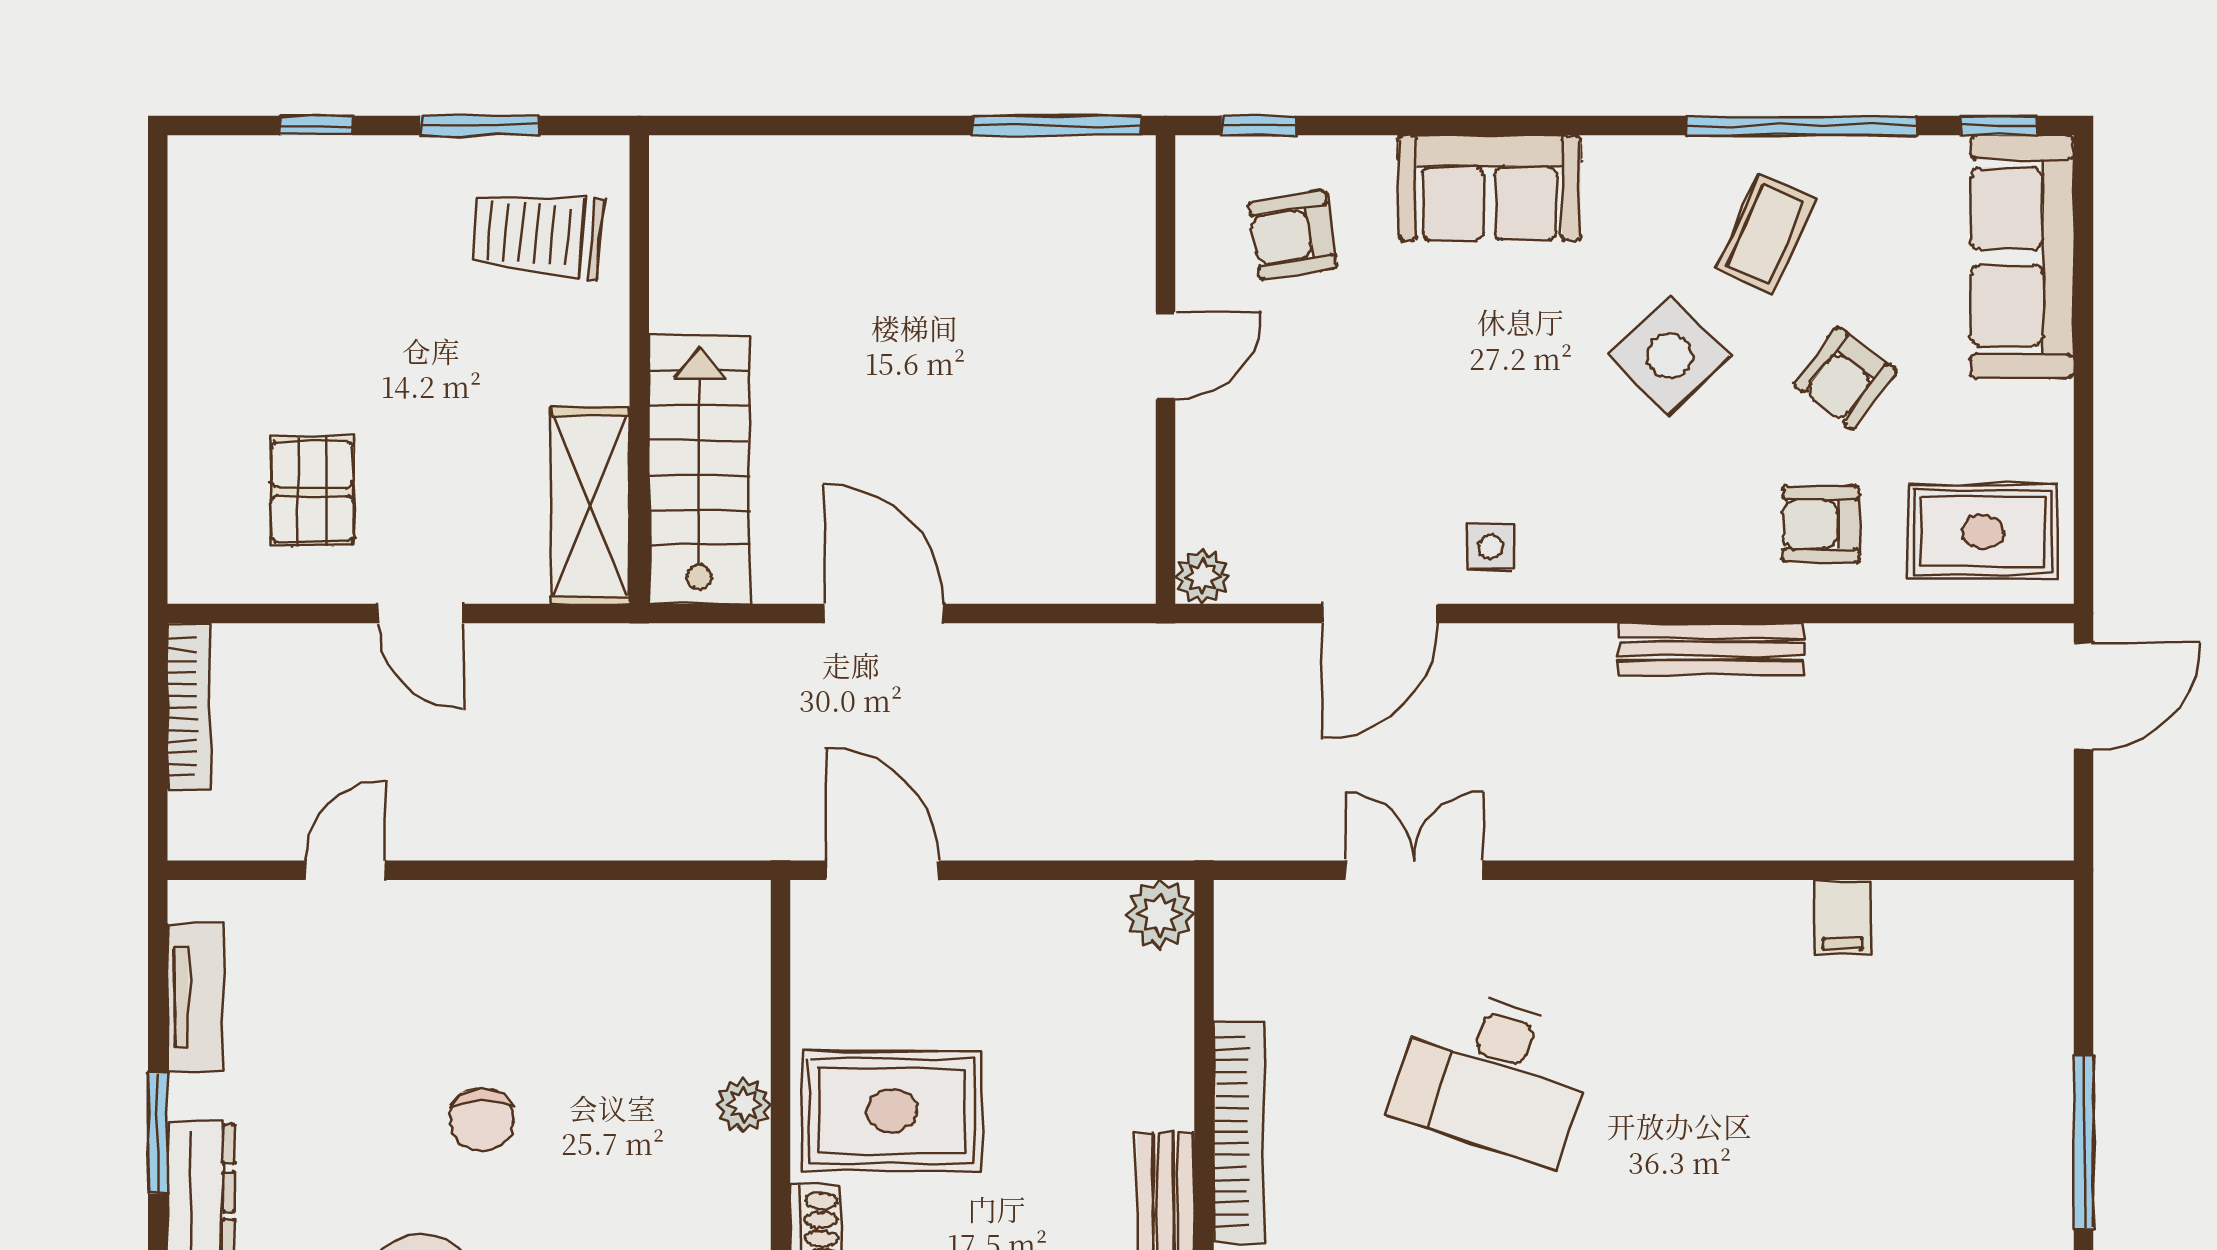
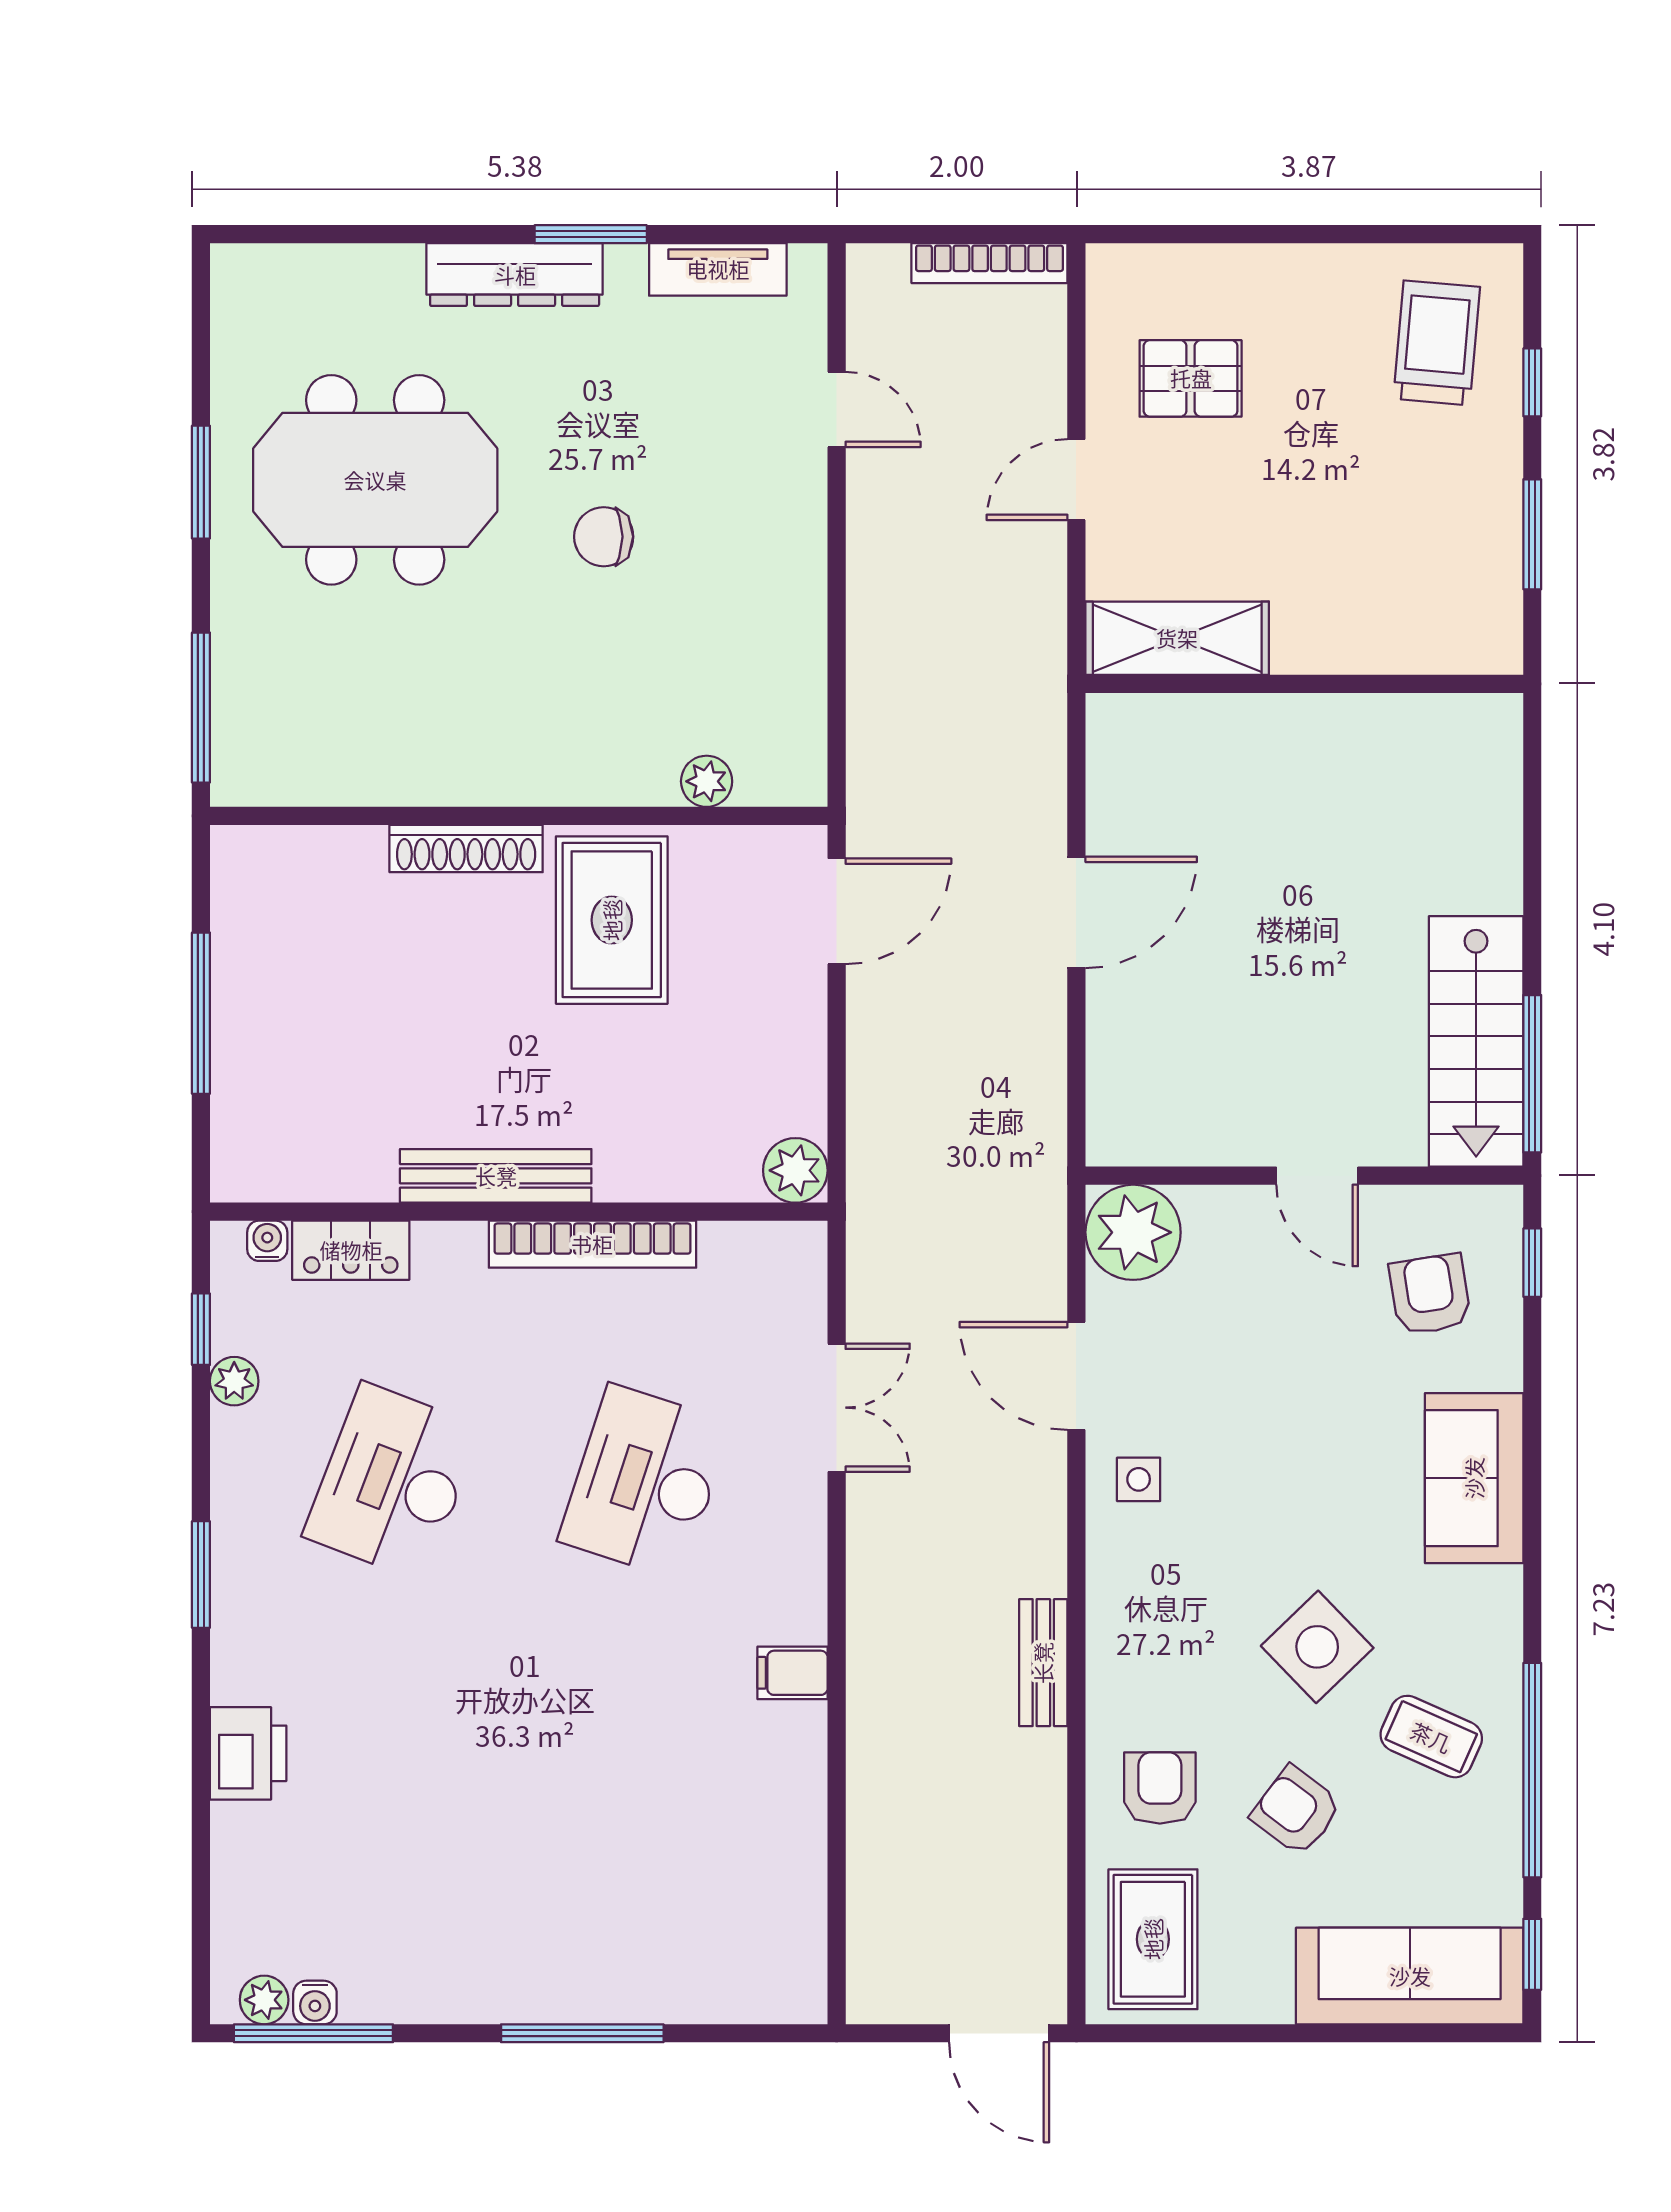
trolley: (537, 234) -> (1437, 343), moved
stairs: (699, 470) -> (1476, 1041), moved, turned 90
plant: (1202, 577) -> (1133, 1232), width x1.88, depth x1.88
bench: (1711, 649) -> (1043, 1663), width x0.73
filing cabinet: (1842, 917) -> (793, 1673), moved
plant: (743, 1105) -> (707, 781), moved

